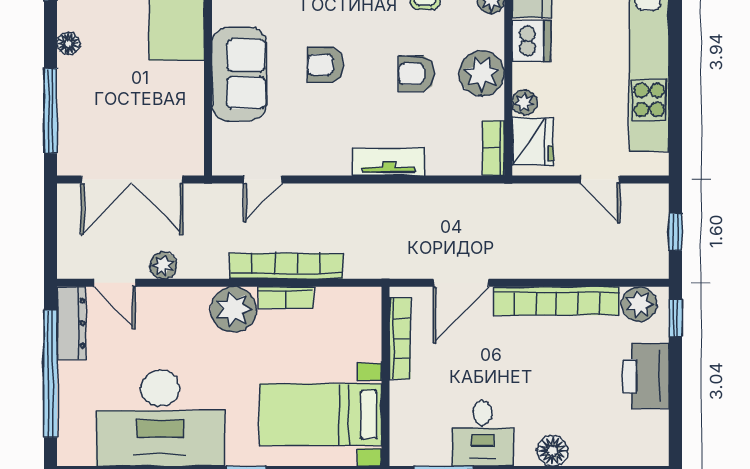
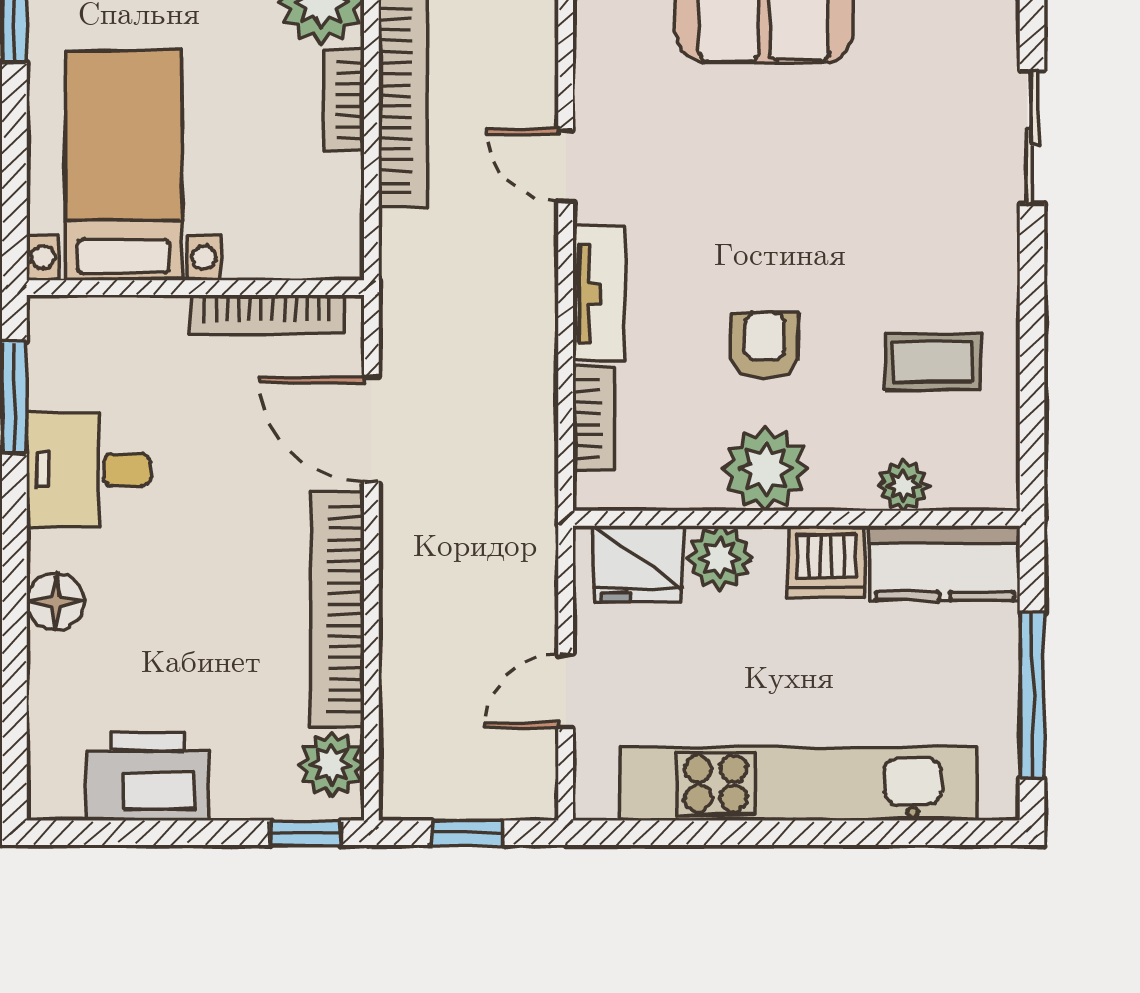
armchair: (325, 65) -> (781, 174), removed
plant: (525, 102) -> (720, 558), width x1.38, depth x1.38
bookcase: (493, 148) -> (594, 418), moved, turned 90
door: (263, 180) -> (566, 165), moved
printer: (646, 376) -> (148, 777), moved

